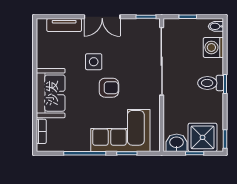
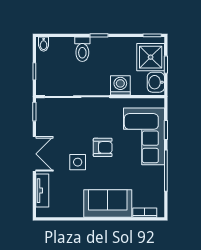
washing machine: (213, 47) -> (120, 85), moved, turned 180
toilet: (211, 83) -> (82, 49), moved
armchair: (109, 88) -> (103, 147), turned 90

